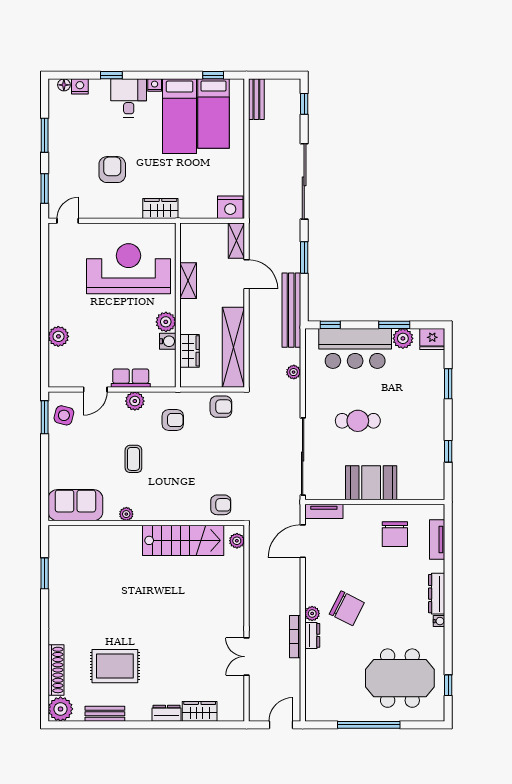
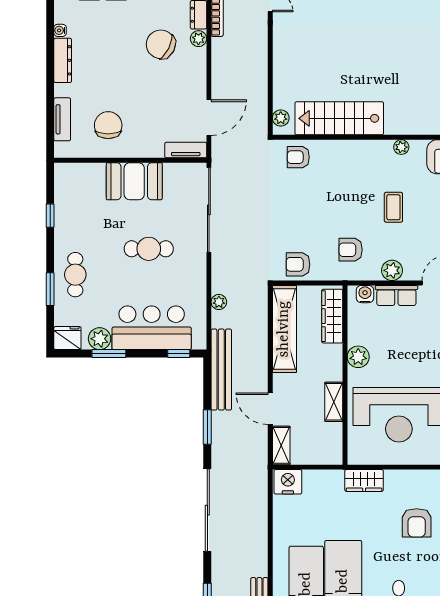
water cooler: (168, 341) -> (365, 294), moved, turned 90
wardrobe: (190, 351) -> (332, 316), width x1.50
cafe table: (425, 397) -> (75, 275), added

